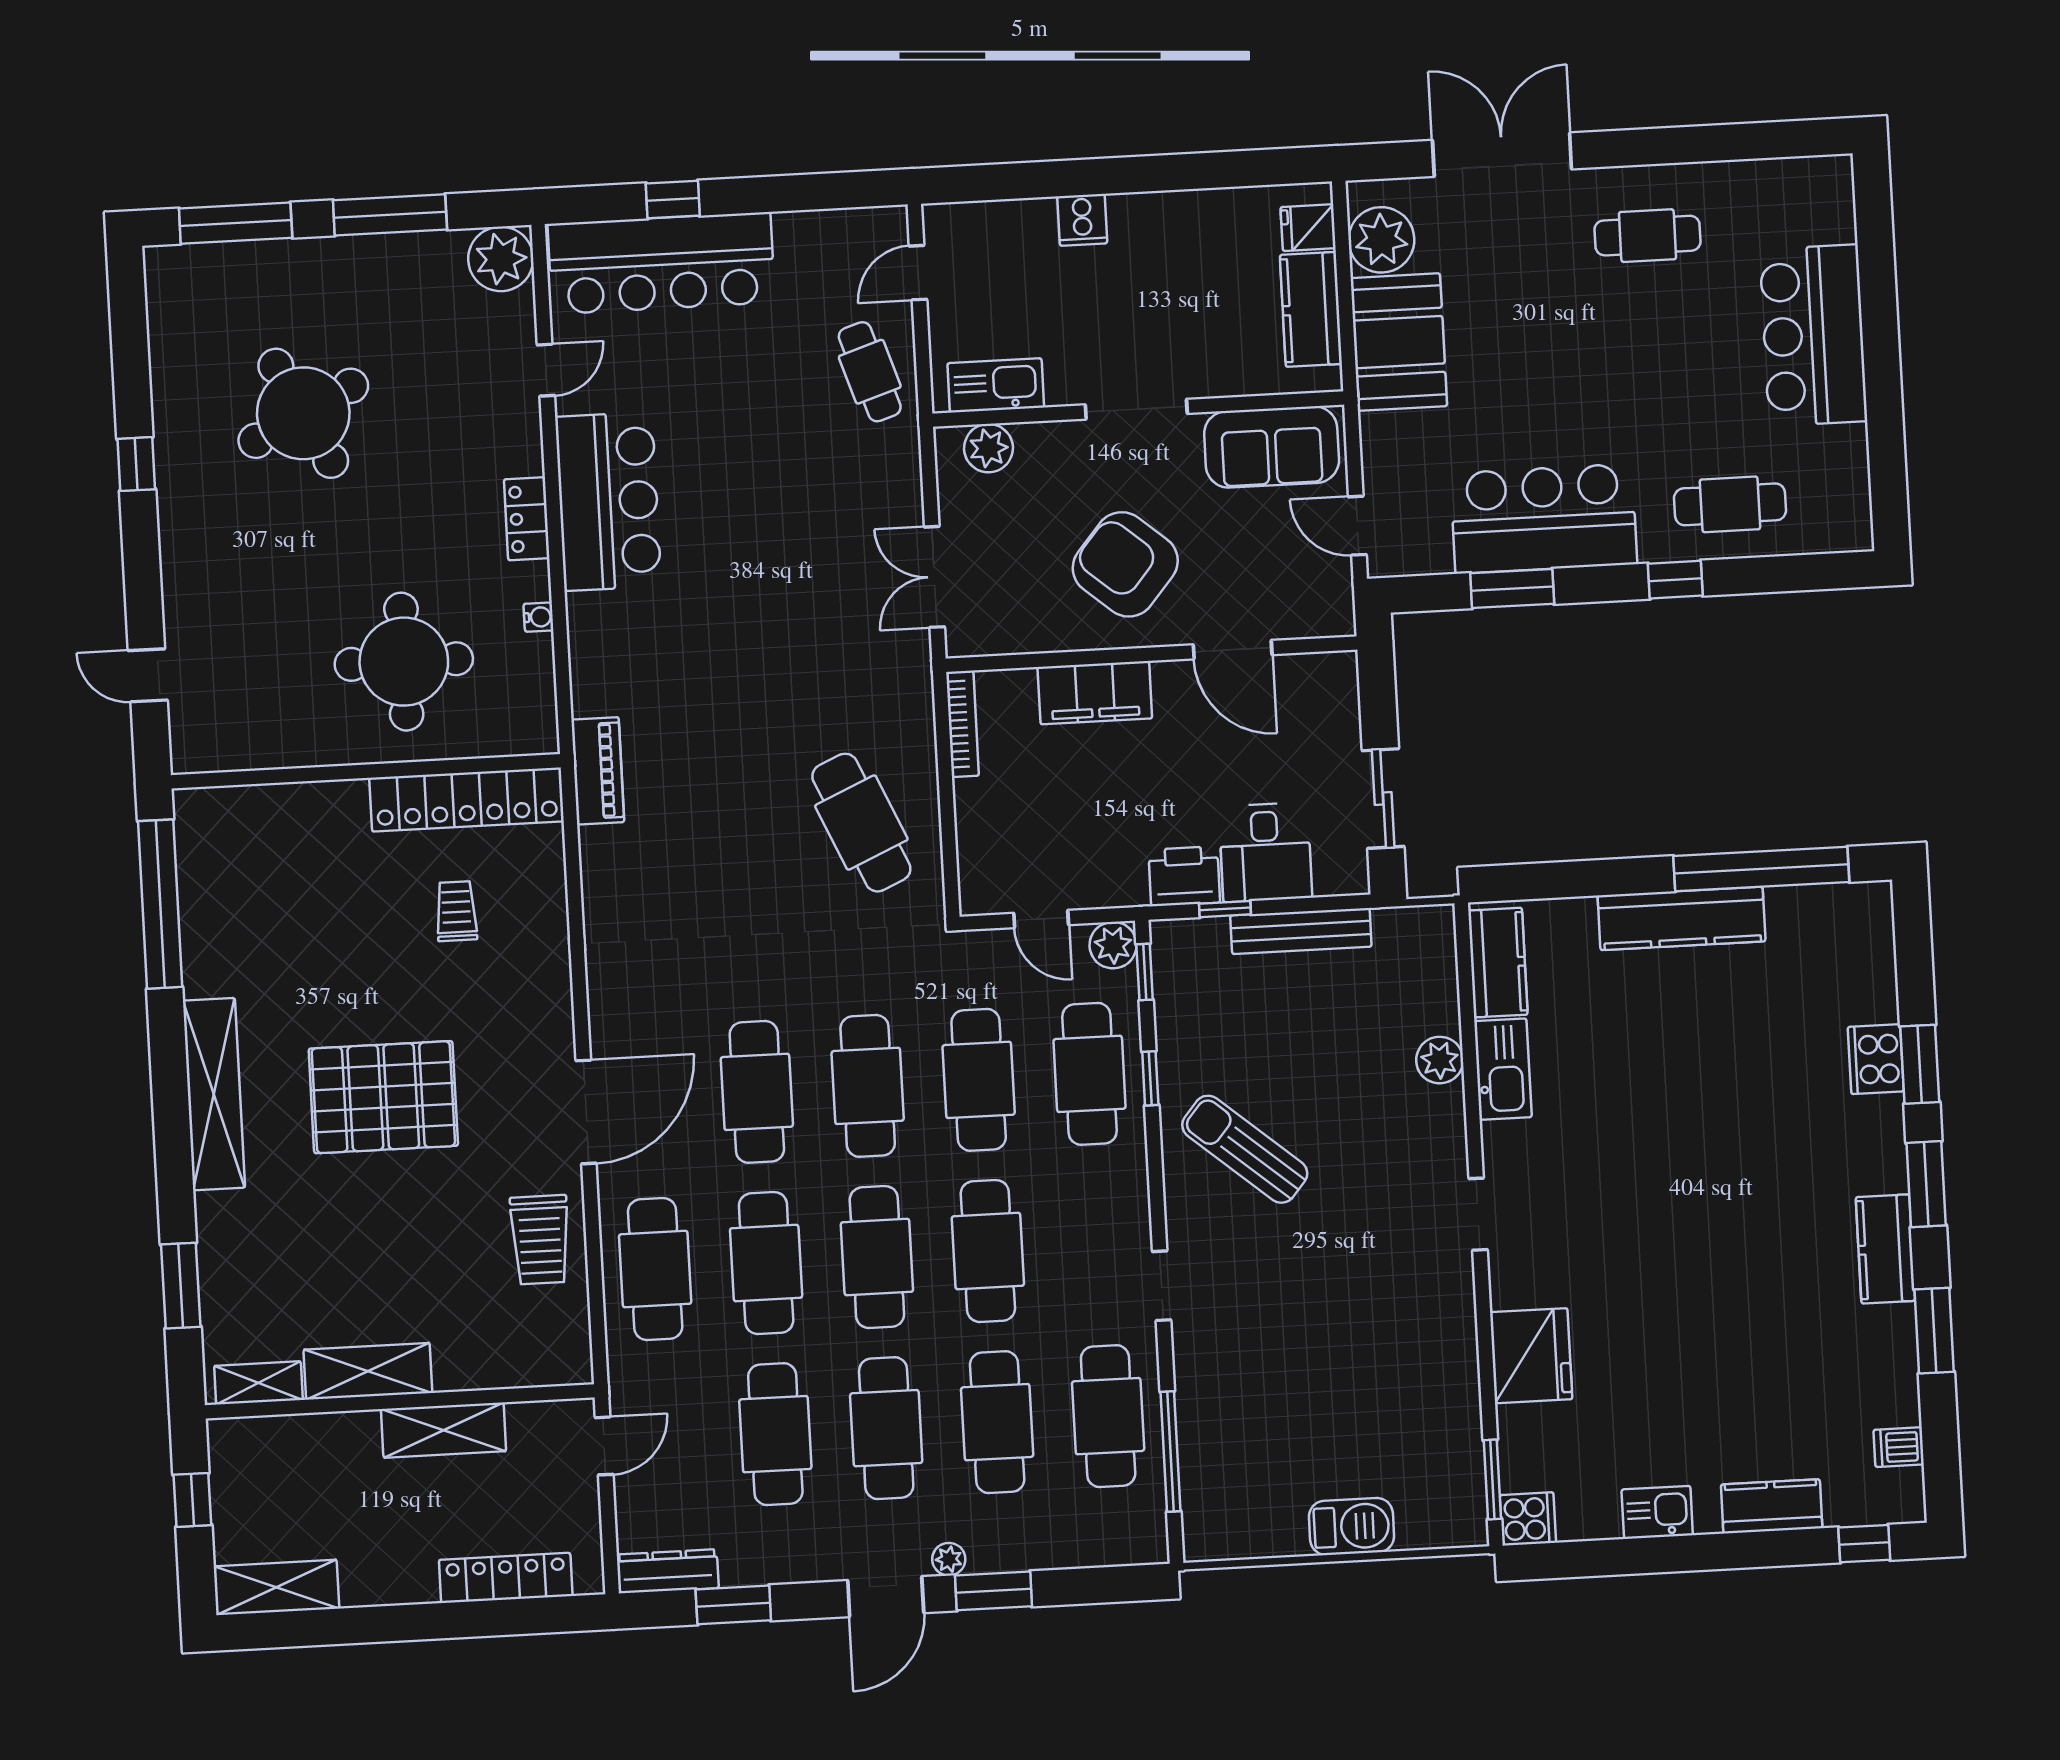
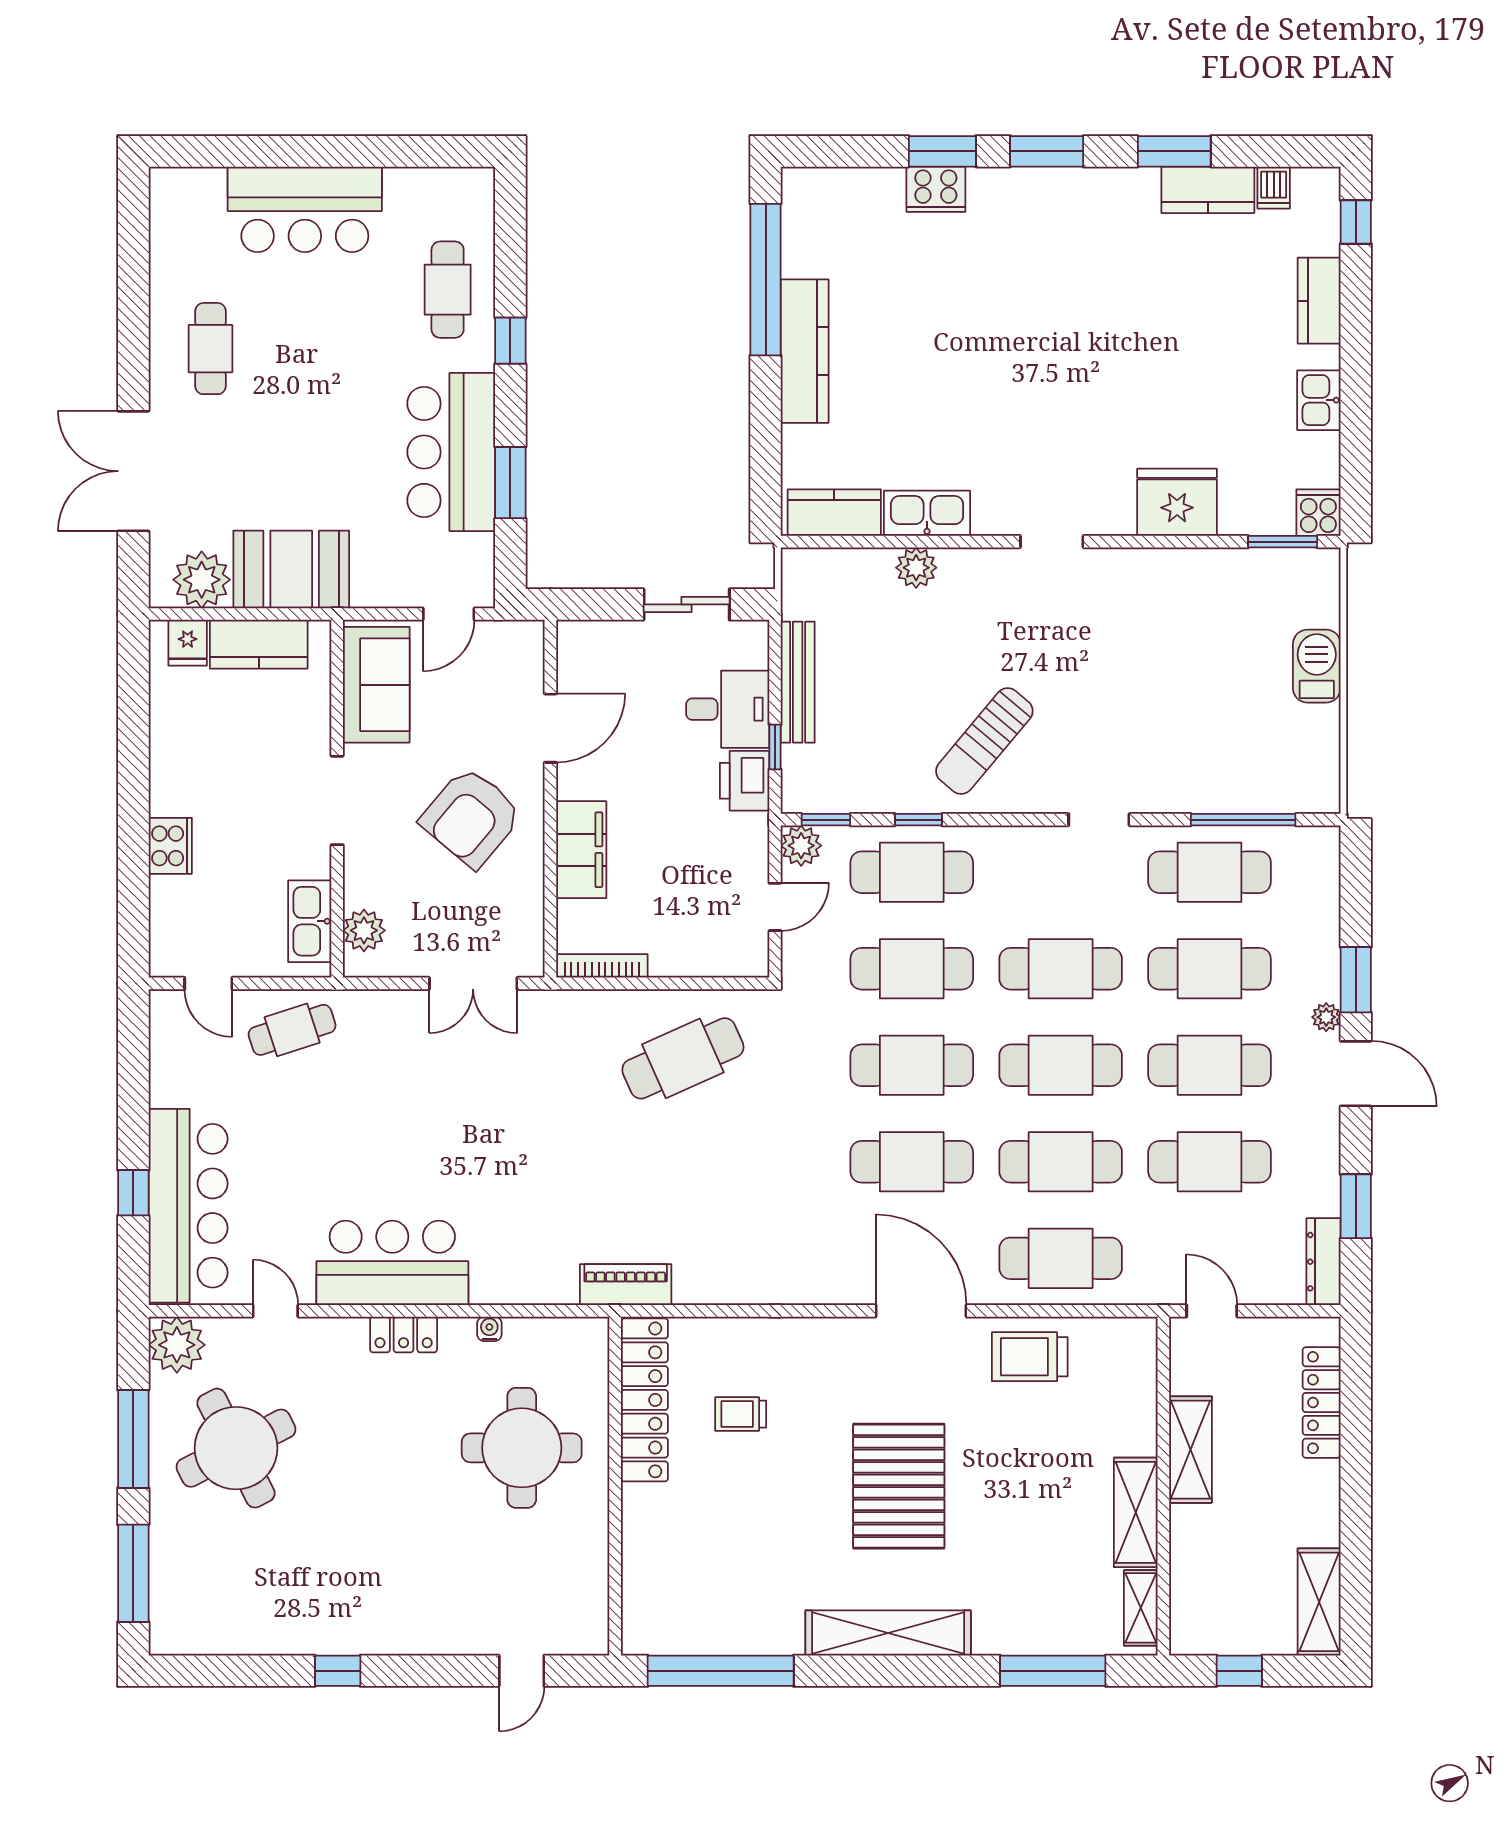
cooker: (1082, 220) -> (170, 846), width x1.36
round table: (303, 413) -> (236, 1448), moved
trolley: (540, 1240) -> (1030, 1357), turned 180
kitchen counter: (1885, 1249) -> (1208, 190), moved
window: (181, 1286) -> (1053, 1671), width x1.44

